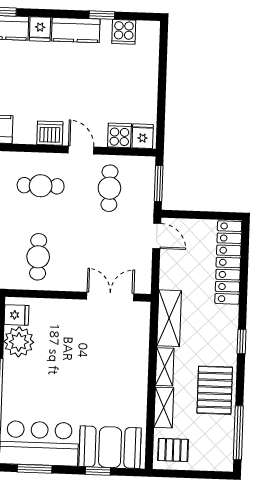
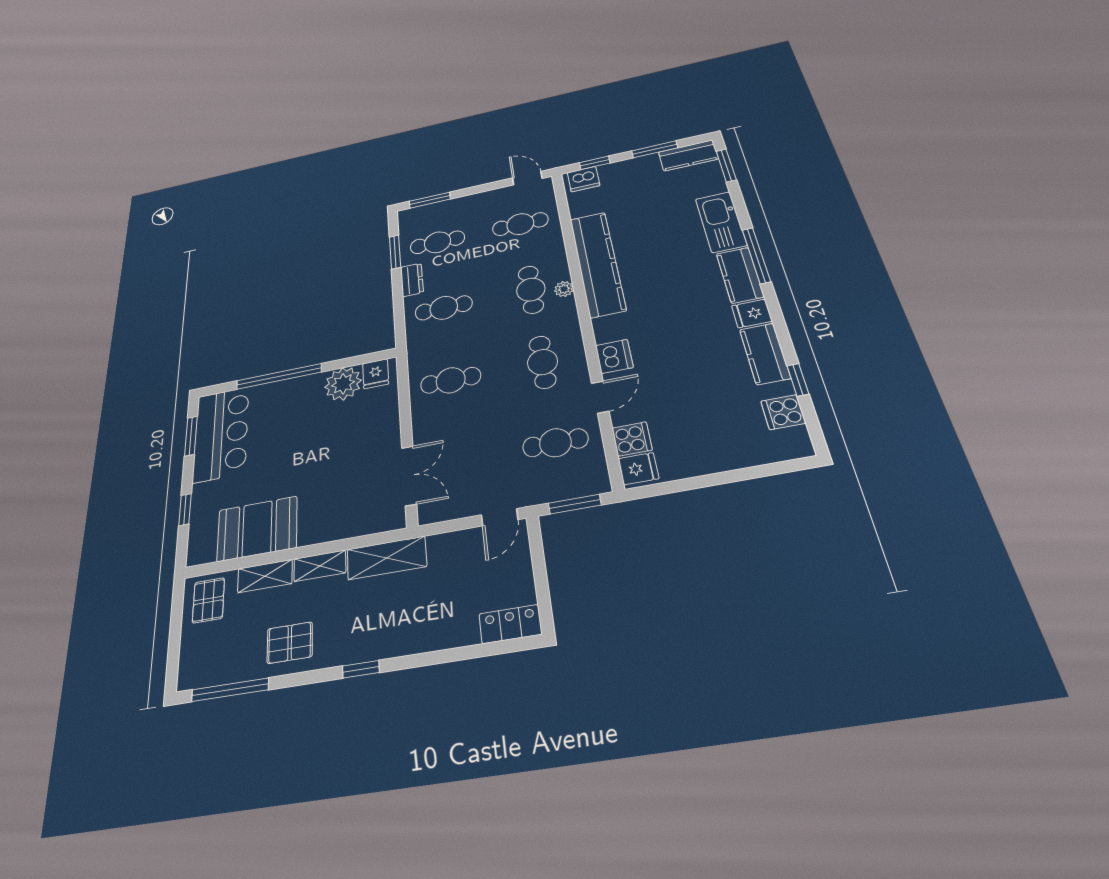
locker: (228, 262) -> (510, 624), width x0.46, depth x0.83
pallet: (215, 390) -> (290, 643), width x0.67, depth x0.71
booth: (110, 447) -> (257, 529), moved, turned 90

